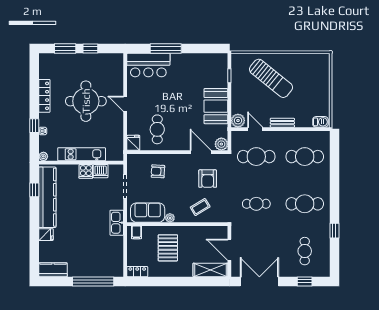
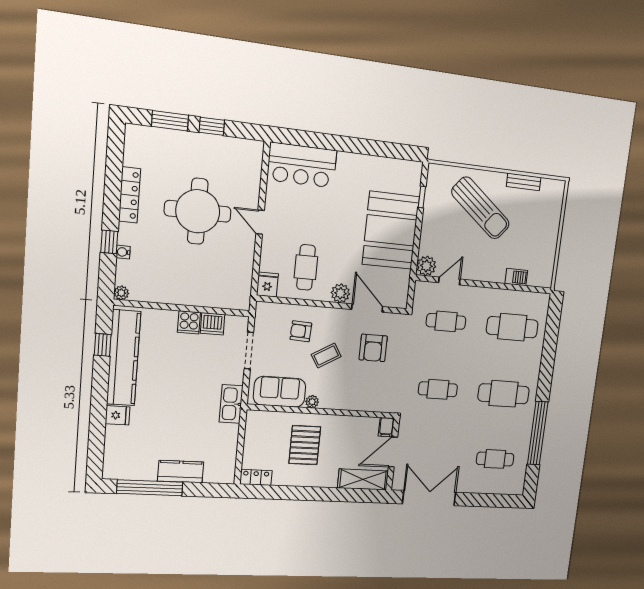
window: (166, 48) -> (331, 142), removed
booth: (216, 106) -> (391, 230), width x1.36, depth x1.42
barbecue: (320, 122) -> (516, 277), moved
bench: (282, 123) -> (524, 182), moved
door: (255, 129) -> (449, 281), hinge flipped
plant: (221, 144) -> (340, 293), moved
kitchen unit: (82, 154) -> (184, 295), removed
cafe table: (256, 157) -> (446, 321), width x0.73, depth x0.74
coffee table: (200, 207) -> (326, 355), moved
window: (334, 231) -> (538, 433), width x3.17
filing cabinet: (136, 232) -> (386, 427), moved
door: (229, 250) -> (393, 452), hinge flipped
cafe table: (305, 251) -> (495, 459), turned 90
kitchen counter: (53, 270) -> (181, 472), moved
window: (93, 281) -> (150, 488), moved
window: (305, 281) -> (490, 500), removed

